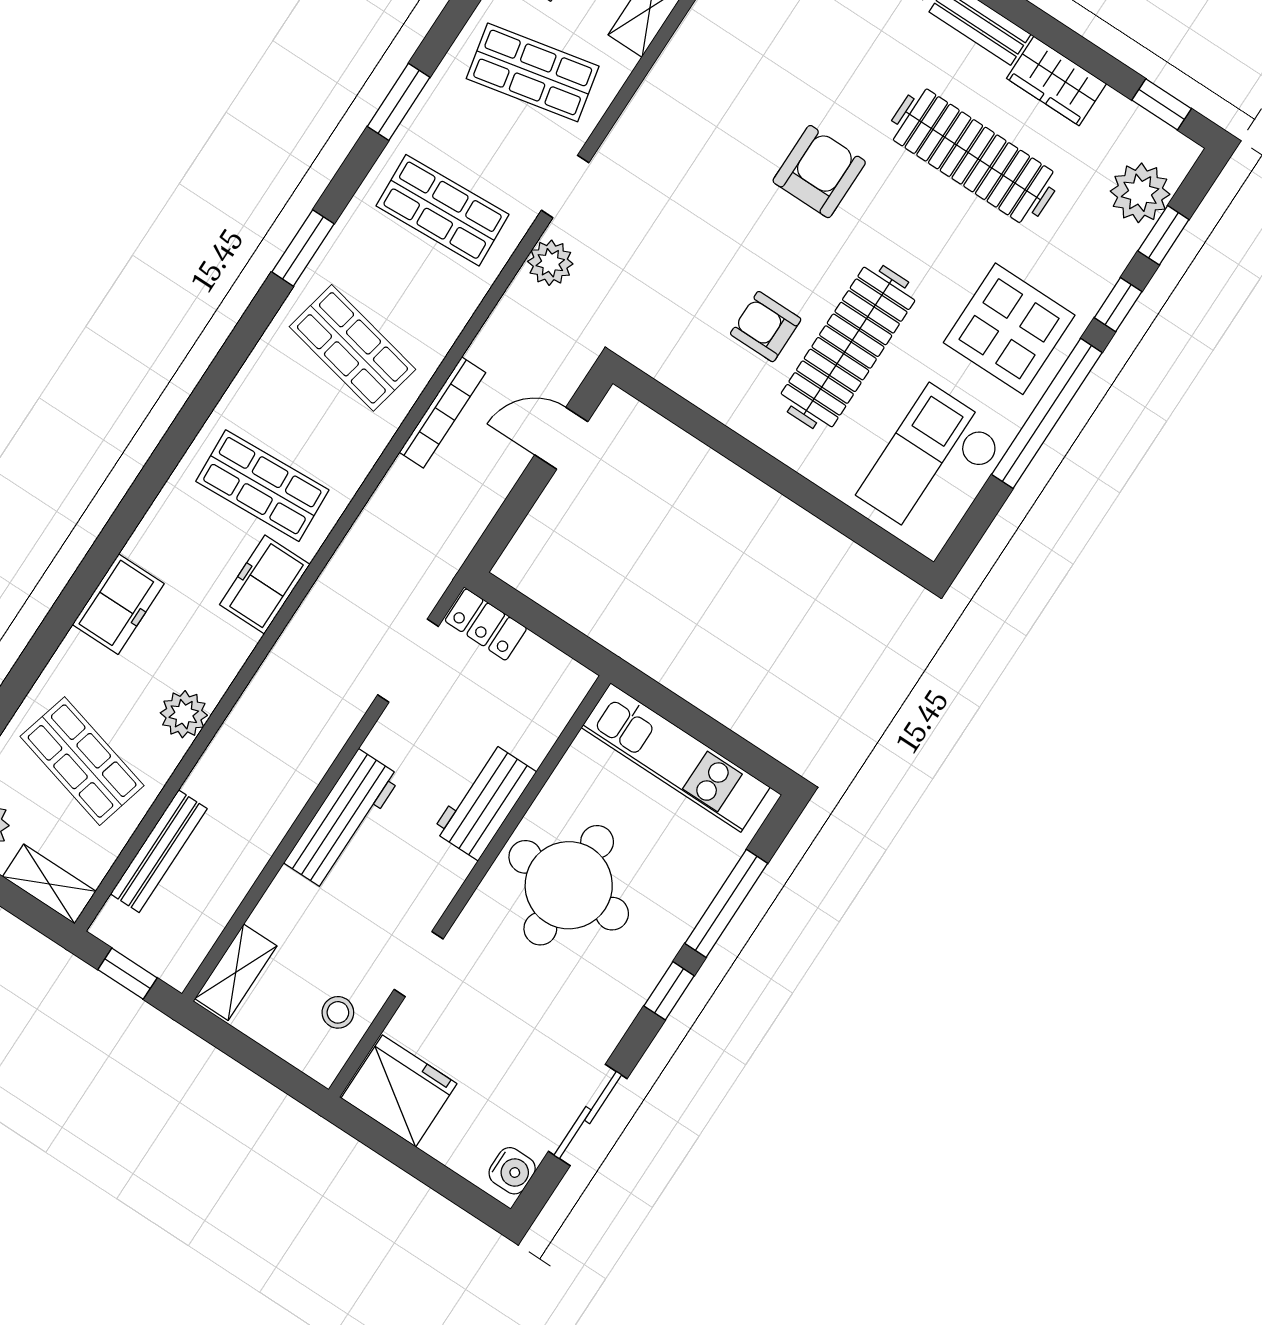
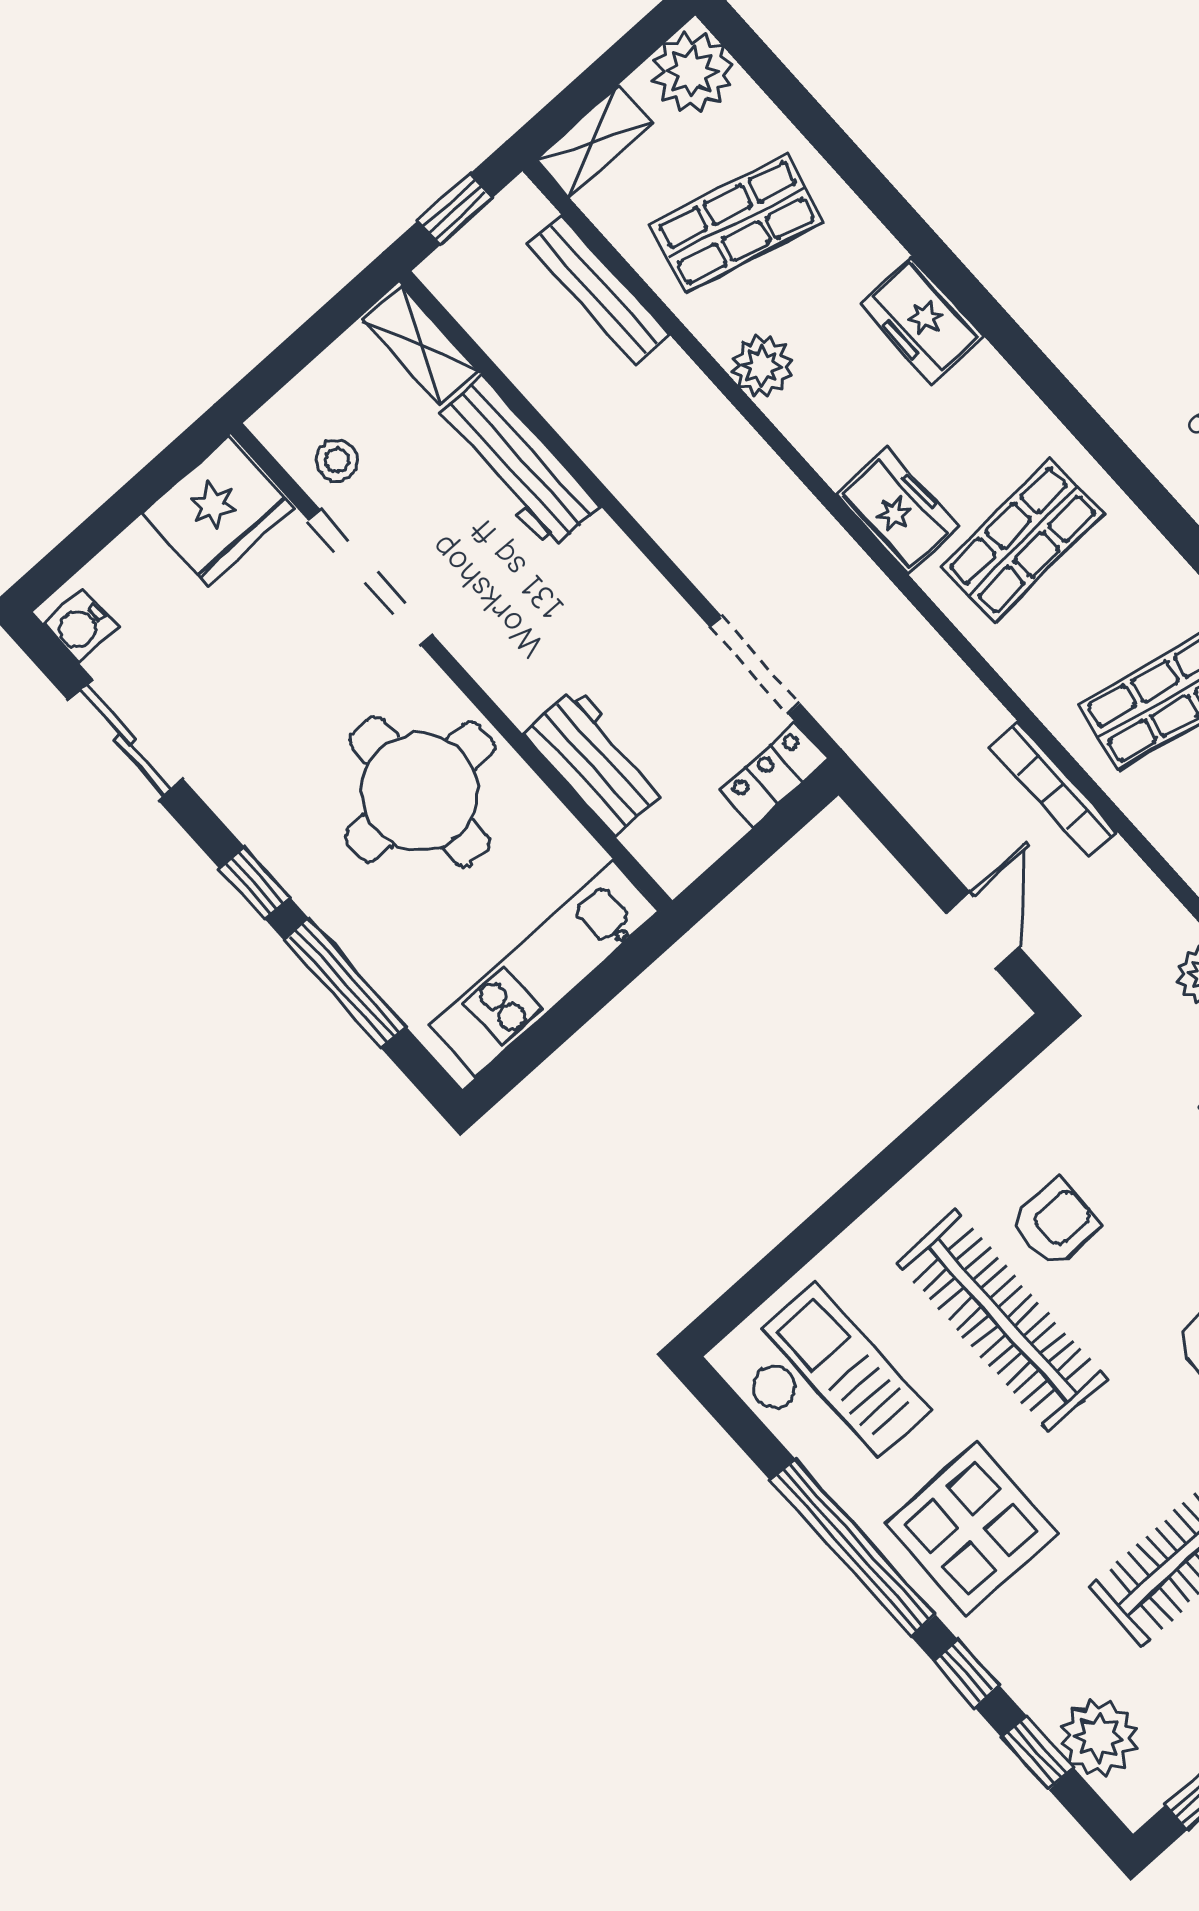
workbench: (484, 801) -> (596, 762), moved
workbench: (342, 820) -> (517, 463), moved
doorway: (419, 964) -> (371, 578), width x1.88

